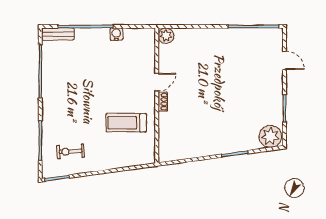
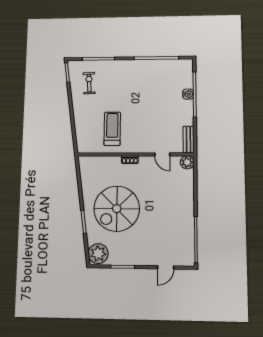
bench: (58, 34) -> (188, 140), moved
water cooler: (116, 34) -> (188, 94), moved
door: (157, 82) -> (162, 154), moved
spiral stairs: (220, 116) -> (117, 209), added

